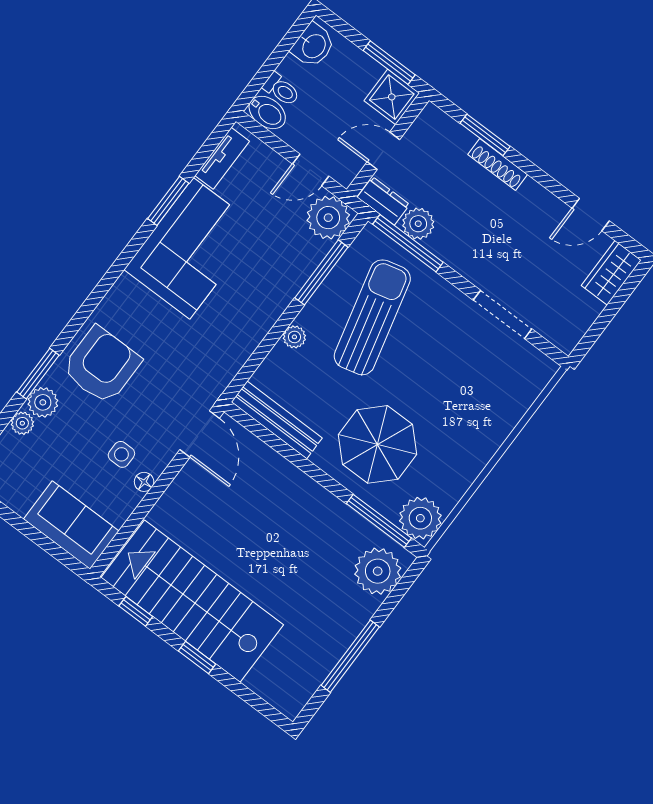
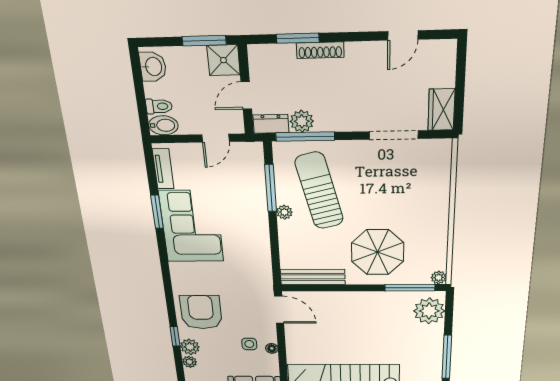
plant: (328, 218) -> (248, 156), removed
wardrobe: (611, 273) -> (441, 110), moved
plant: (294, 337) -> (284, 212), moved
window: (38, 374) -> (175, 336), width x0.67
plant: (420, 518) -> (439, 278), width x0.53, depth x0.53

